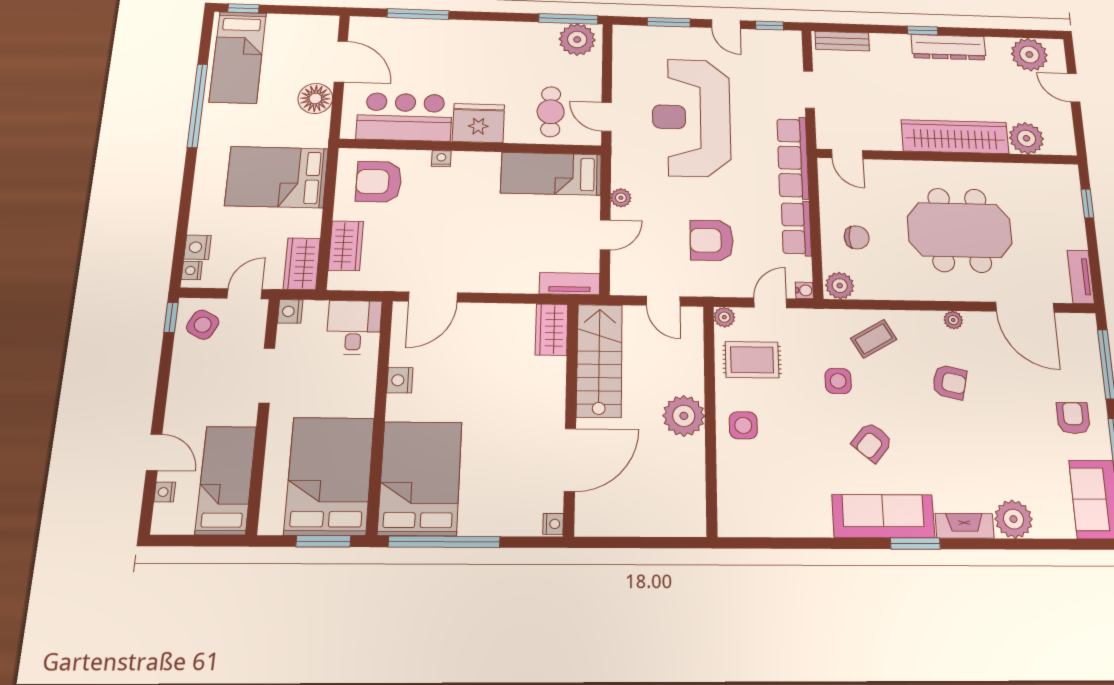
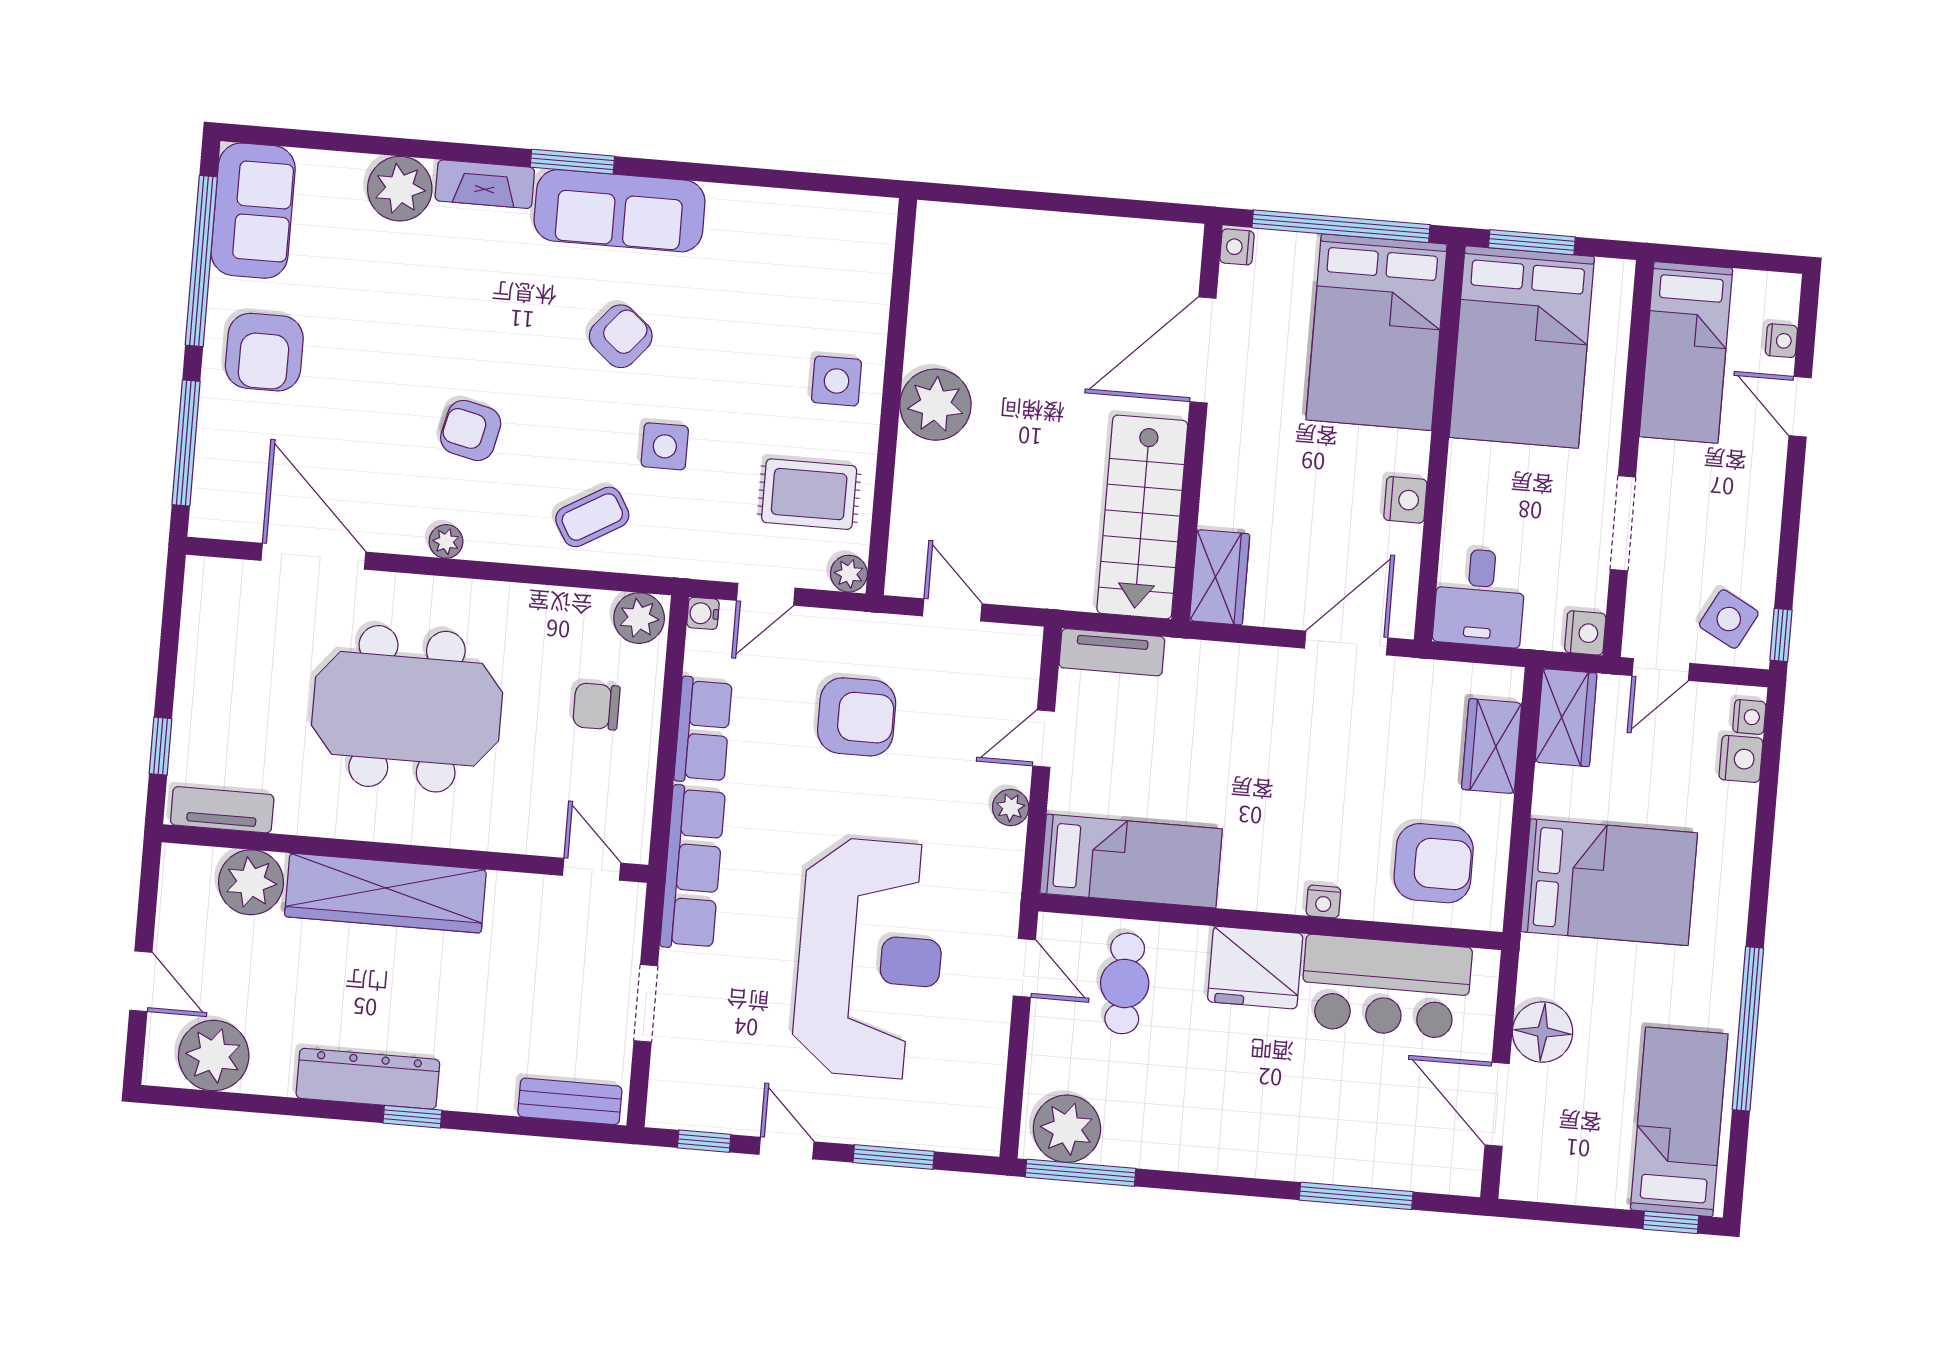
tv unit: (1081, 277) -> (222, 810), moved, turned -90
wardrobe: (552, 330) -> (1220, 577), moved
stairs: (599, 360) -> (1142, 517), moved
wall: (571, 417) -> (1197, 422), moved
armchair: (1073, 418) -> (264, 352), width x1.38, depth x1.38
door: (570, 460) -> (1203, 350), moved
nightstand: (553, 524) -> (1237, 247), moved

